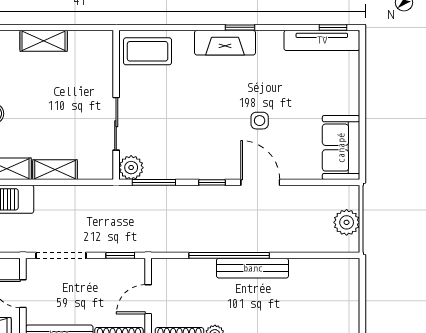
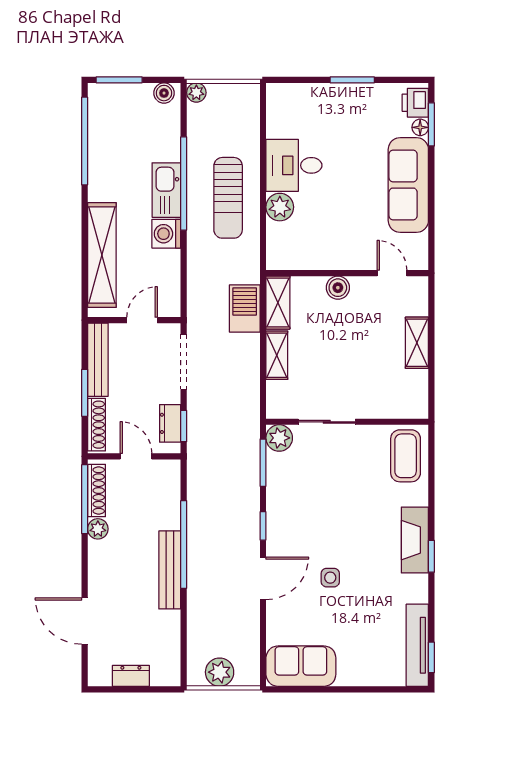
dresser: (118, 268) -> (170, 423), added
dresser: (350, 304) -> (131, 676), added

